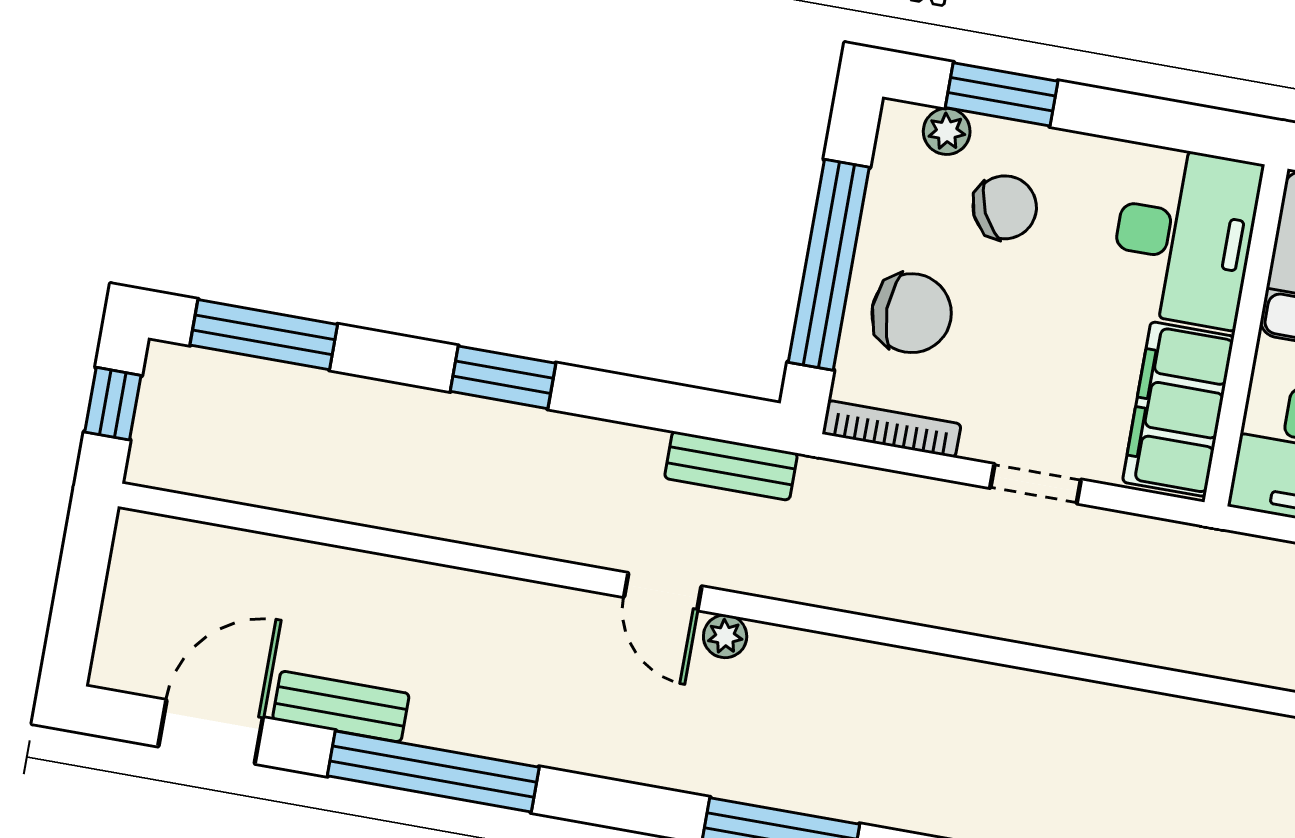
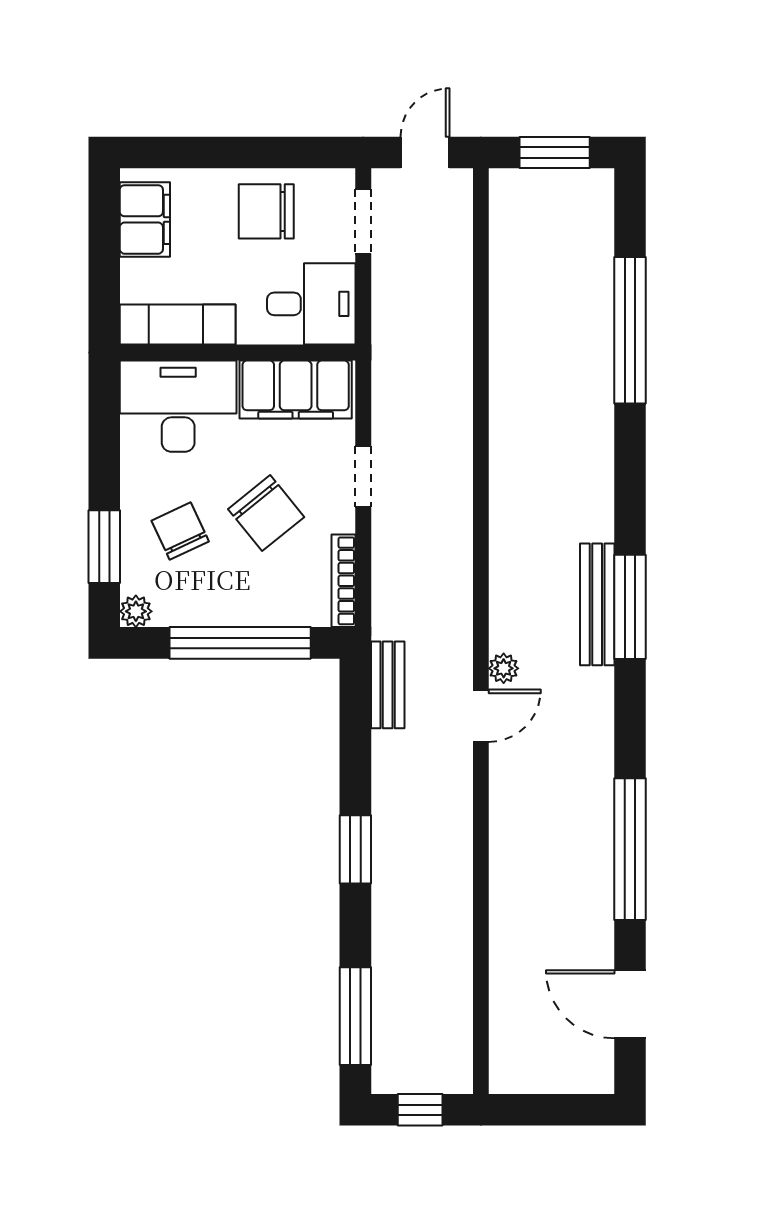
plant: (947, 131) -> (136, 611), moved
chair: (912, 313) -> (266, 513), moved, turned 141
bench: (341, 707) -> (597, 604), moved, width x1.36

